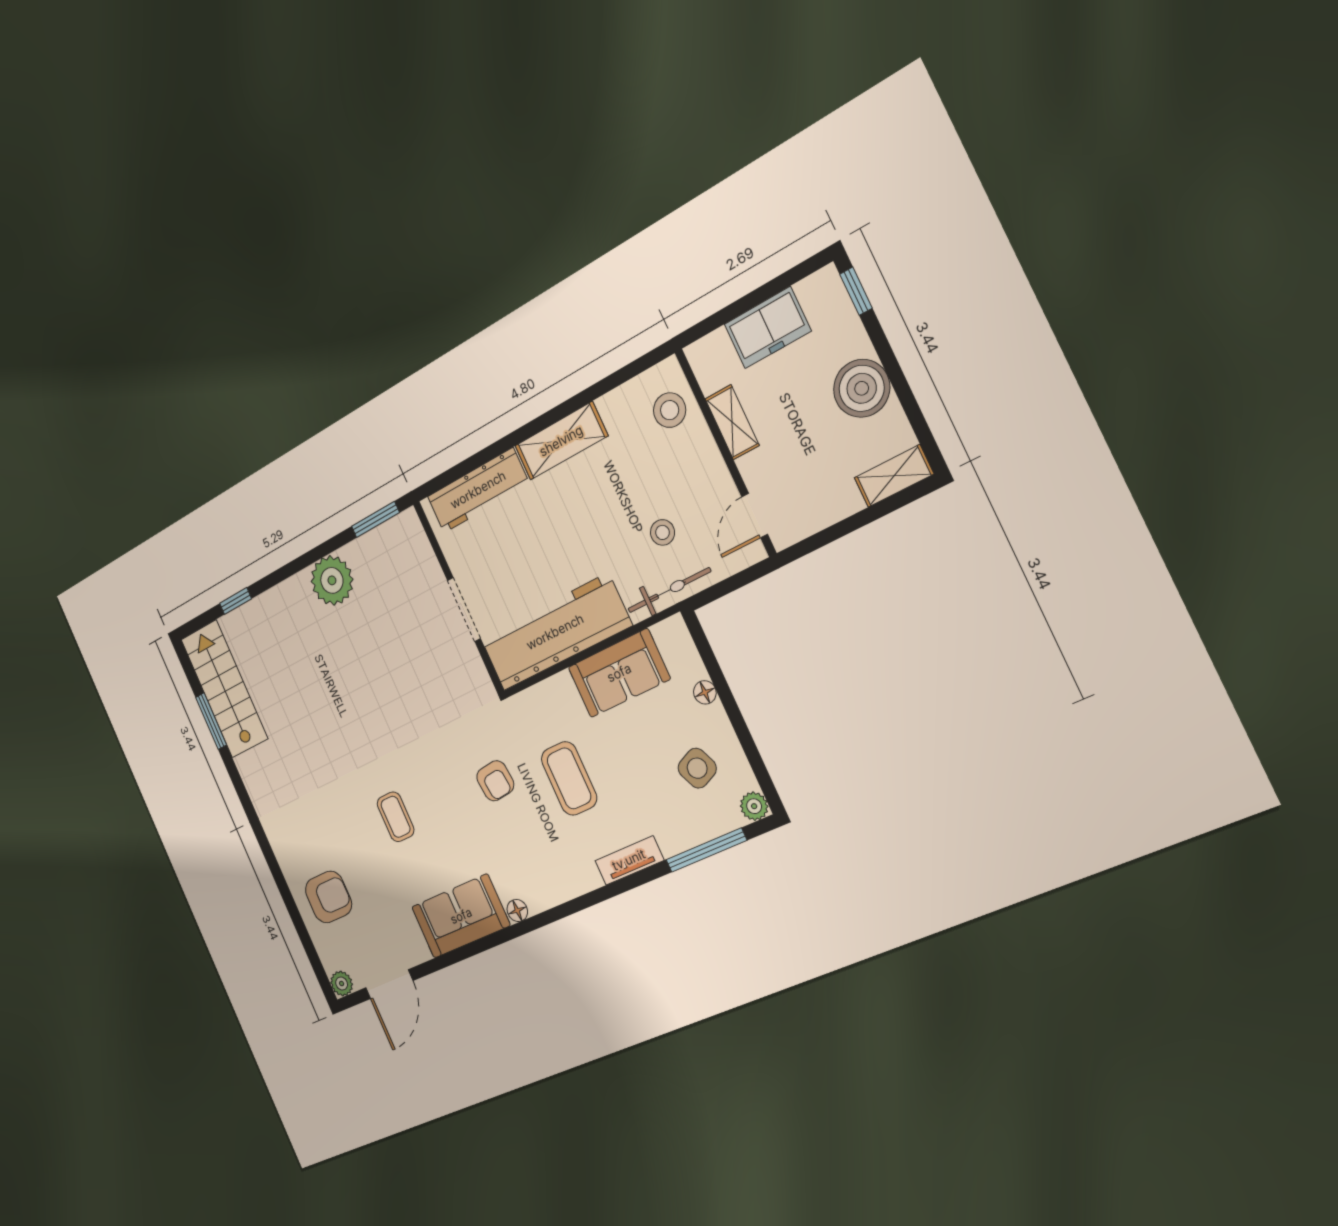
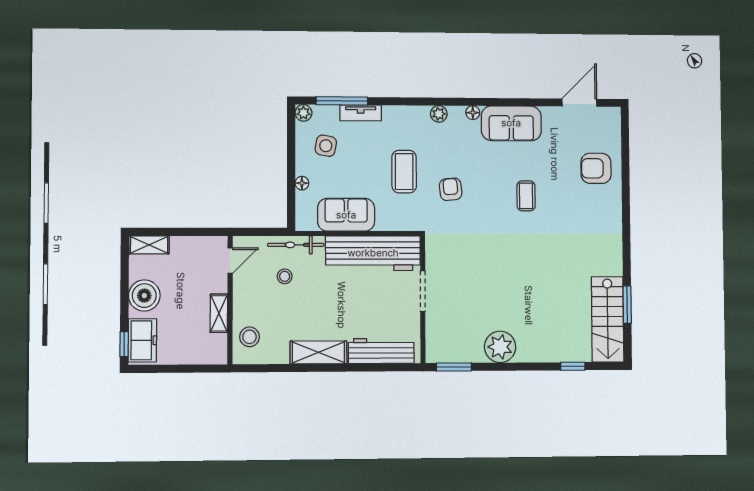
freezer: (768, 328) -> (142, 340), moved, turned 90
side table: (697, 768) -> (326, 146), turned 34
tv unit: (629, 860) -> (361, 113), moved
plant: (342, 984) -> (439, 114), moved

